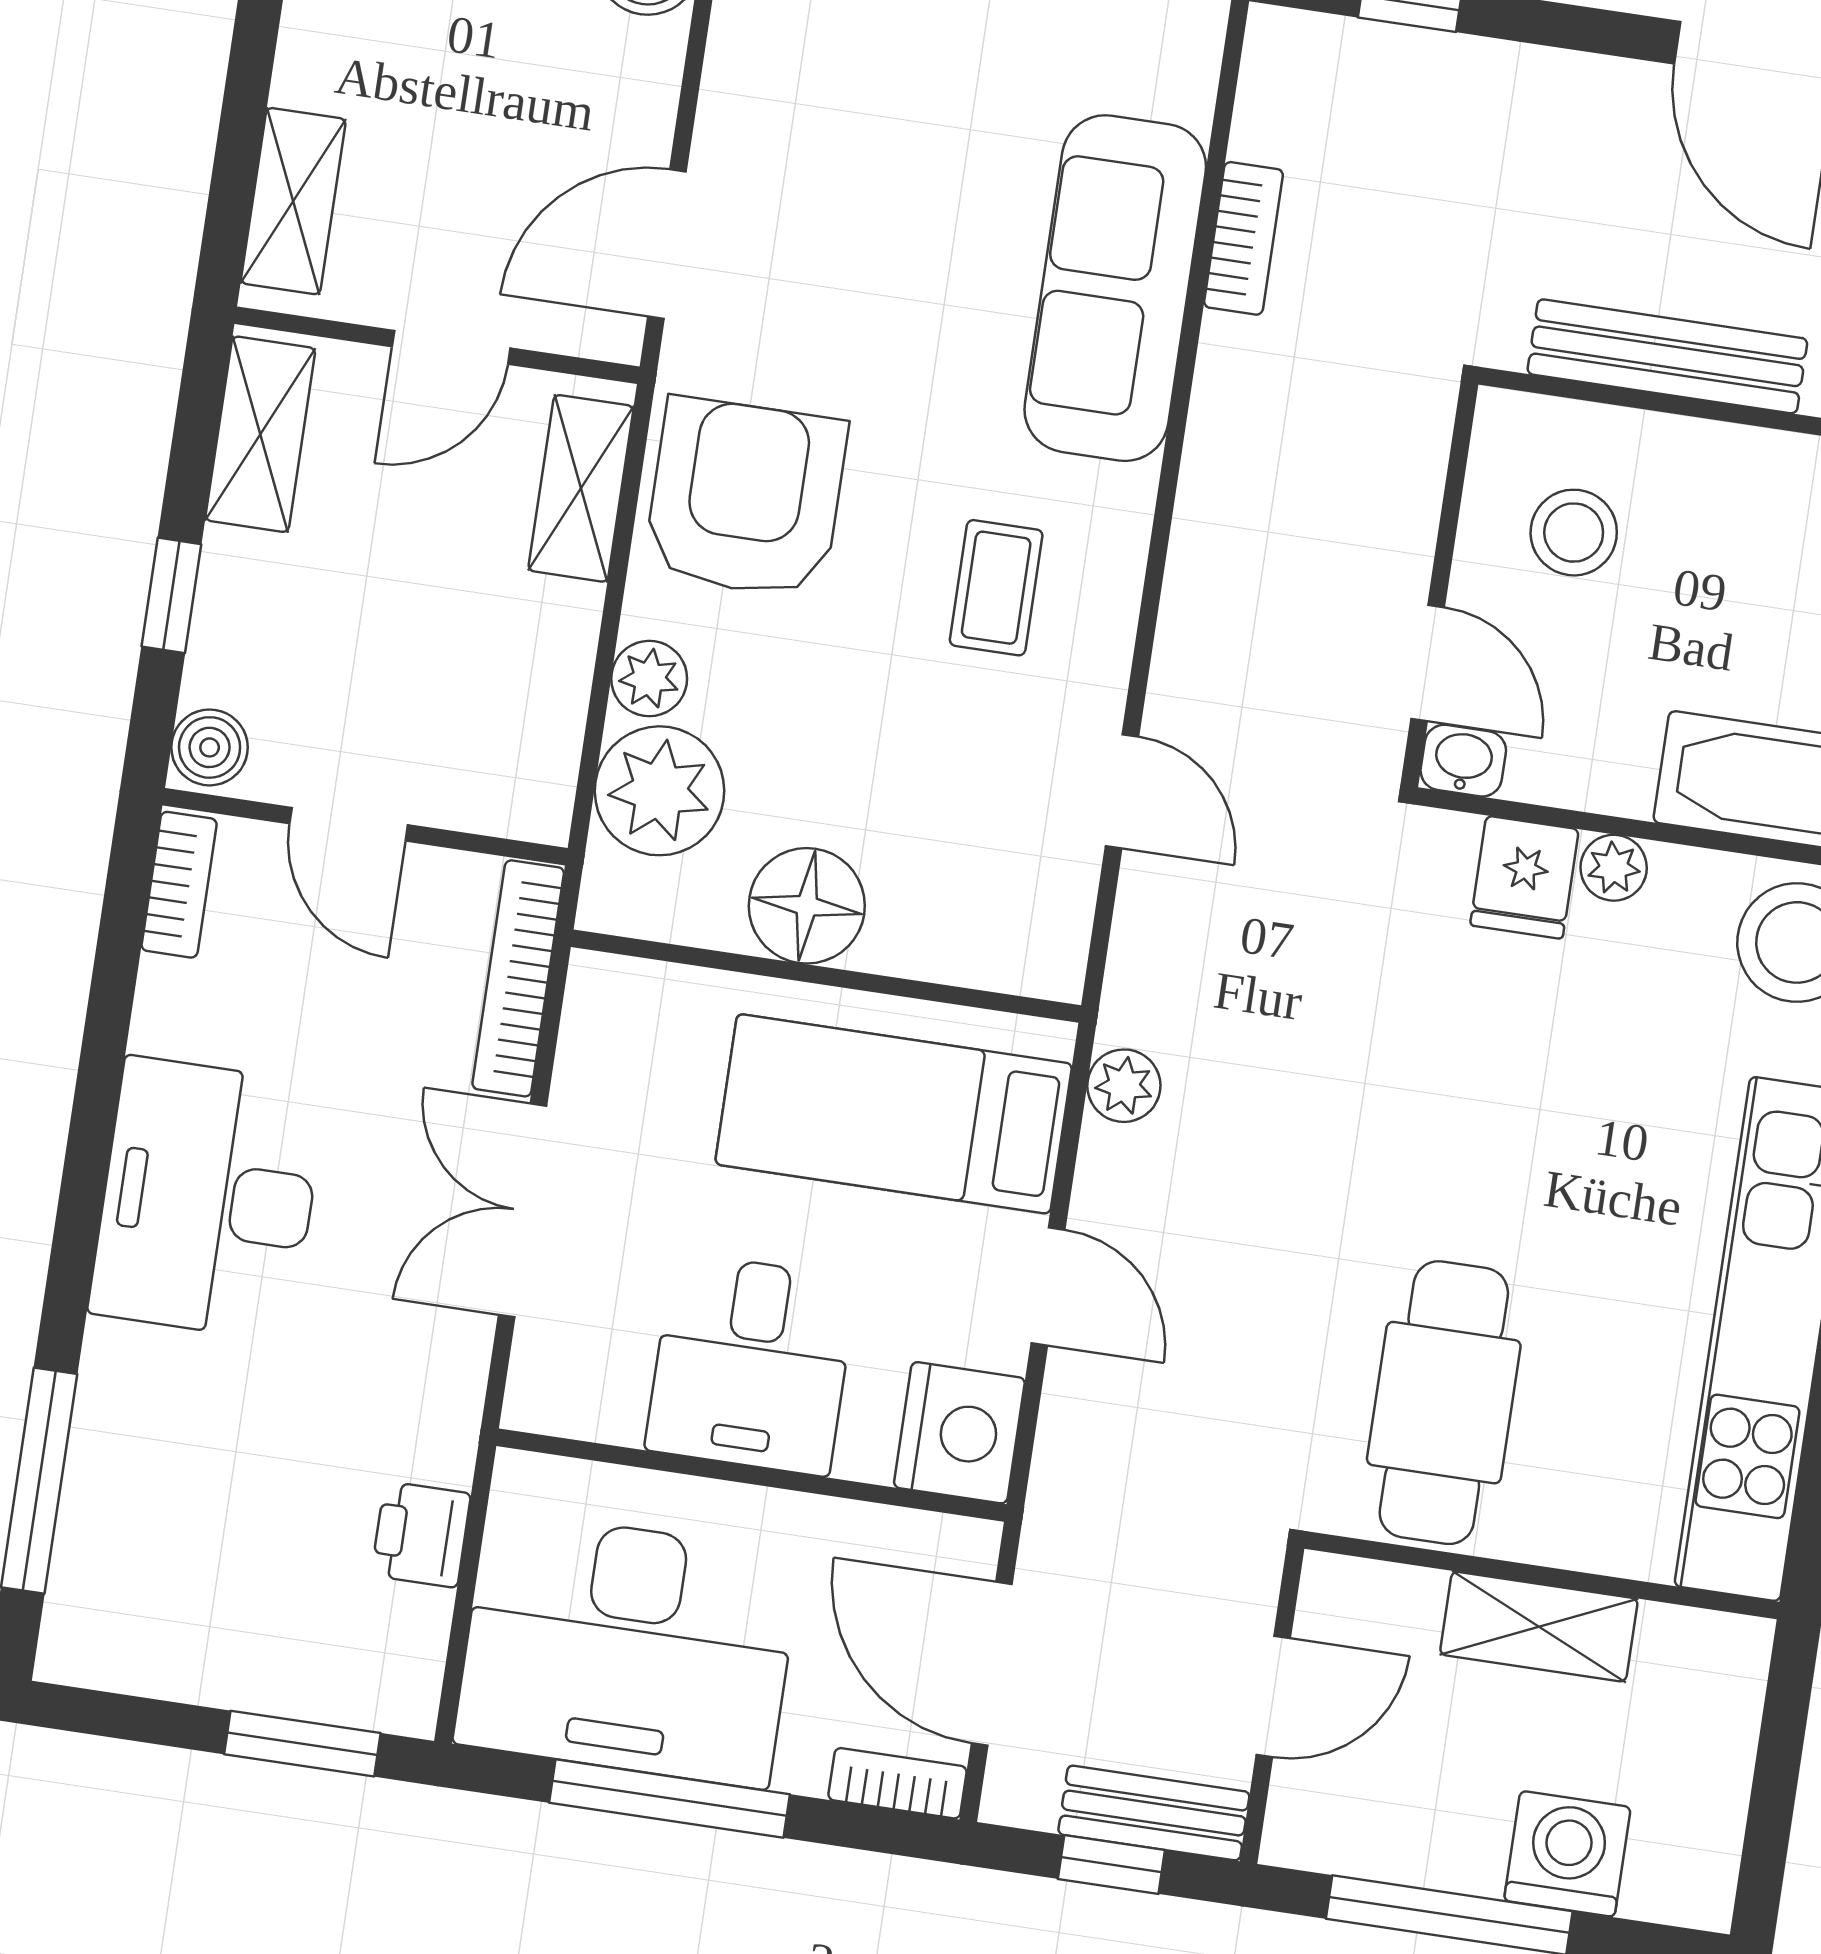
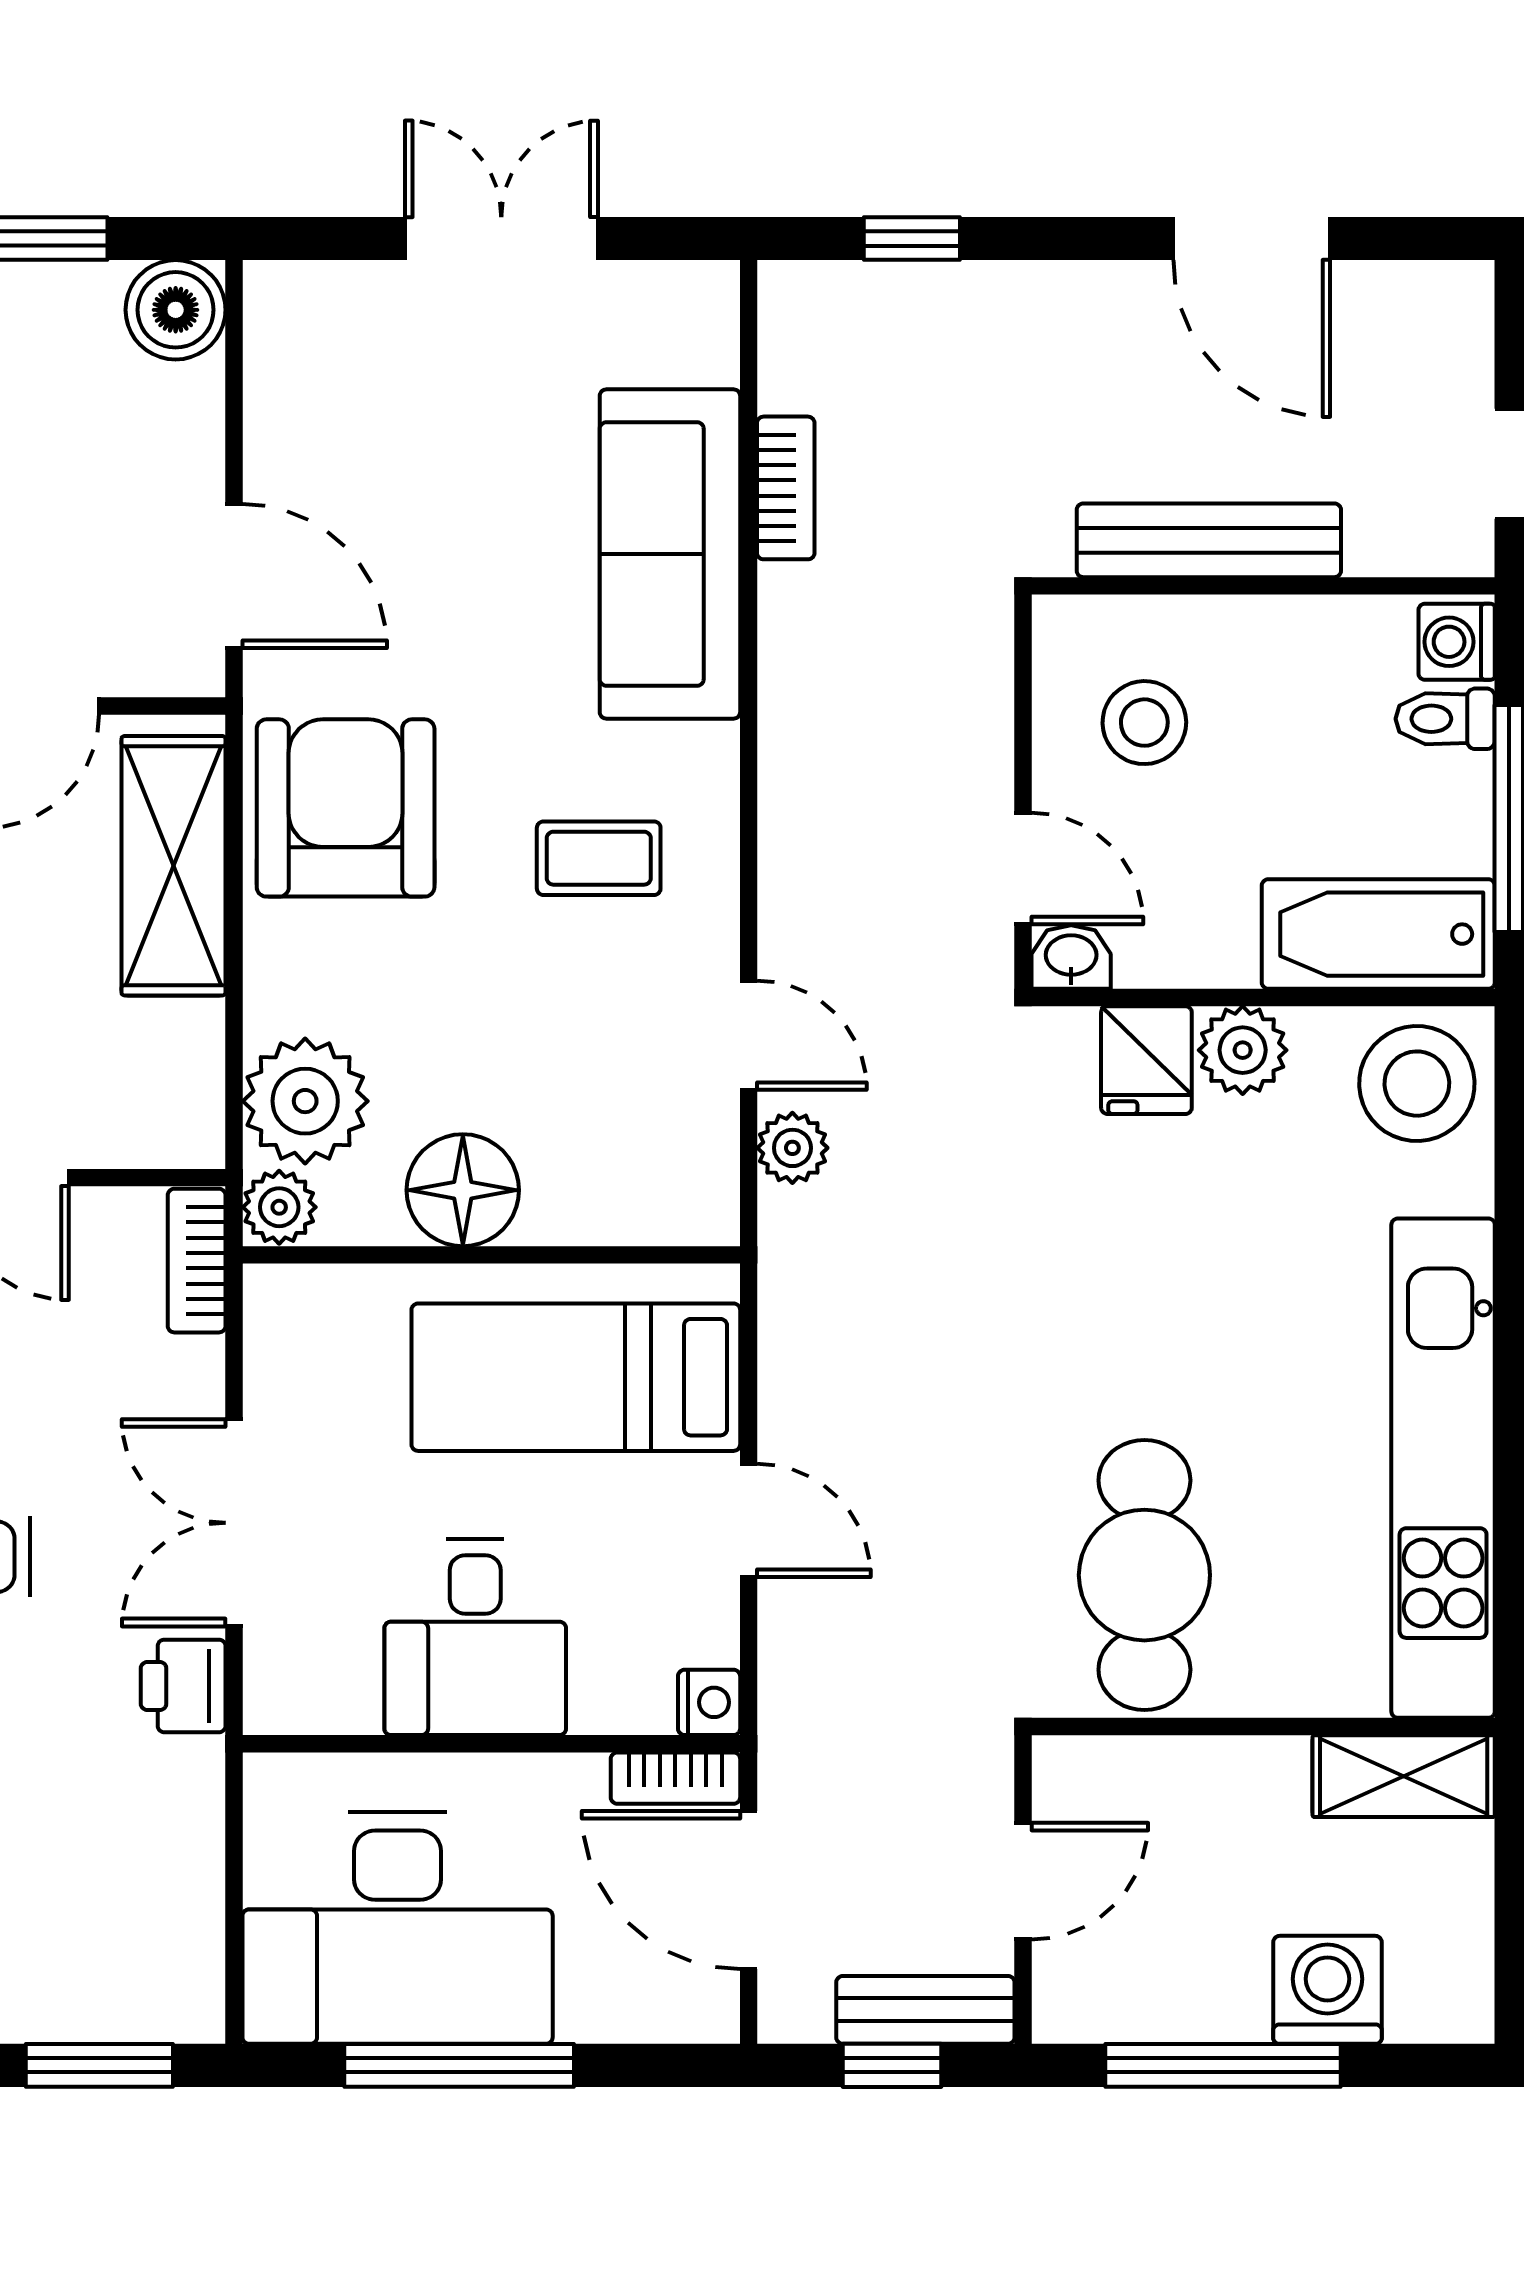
door: (667, 244) -> (234, 576), swing flipped
shelving: (581, 488) -> (173, 866), width x1.50, depth x1.33
coffee table: (996, 588) -> (599, 858), turned 90
plant: (649, 679) -> (279, 1207), moved
plant: (1614, 868) -> (1243, 1050), width x1.38, depth x1.38
bookcase: (518, 978) -> (197, 1261), width x0.64
plant: (1124, 1086) -> (792, 1148), moved
nightstand: (959, 1433) -> (709, 1702), width x0.53, depth x0.56
printer: (421, 1534) -> (183, 1686), moved
shelving: (1539, 1627) -> (1404, 1776), moved
bookcase: (898, 1783) -> (675, 1778), moved, turned 180

